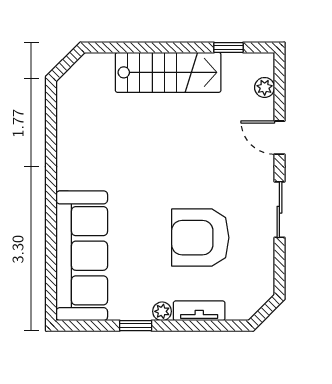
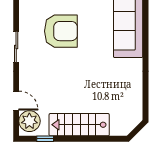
plant: (265, 87) -> (29, 121), width x1.87, depth x1.87
door: (279, 138) -> (16, 101), moved

